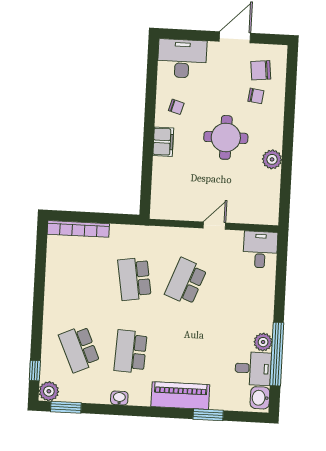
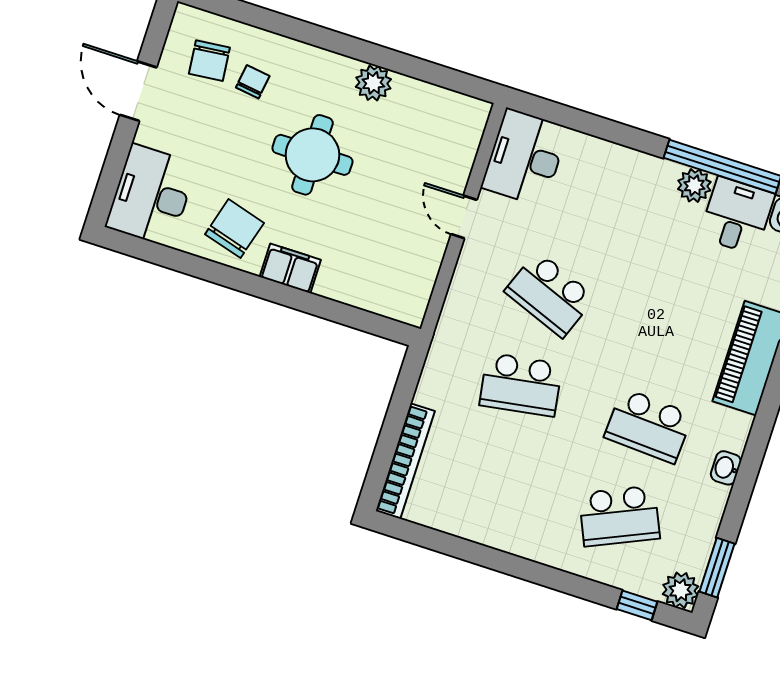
chair: (176, 107) -> (234, 229), width x1.87, depth x1.87
desk: (260, 250) -> (525, 157), width x1.37

